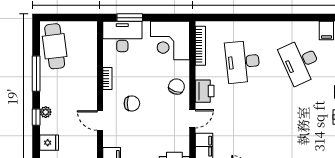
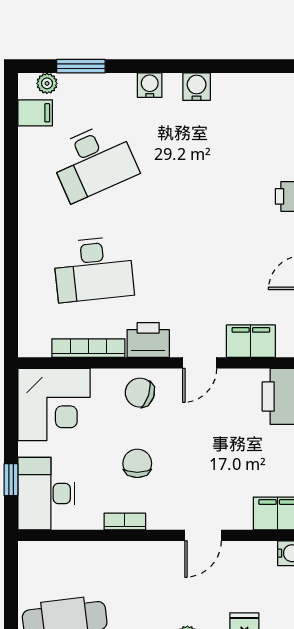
window: (130, 18) -> (11, 480), width x0.67
bookcase: (200, 46) -> (88, 348), moved
chair: (132, 103) -> (137, 463), moved
door: (192, 119) -> (200, 363), swing flipped

